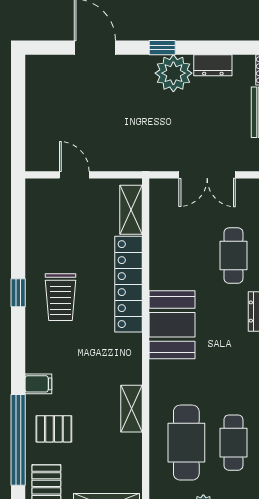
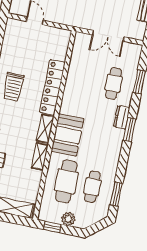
shelving: (131, 210) -> (45, 129), moved
booth: (172, 325) -> (68, 135), moved

